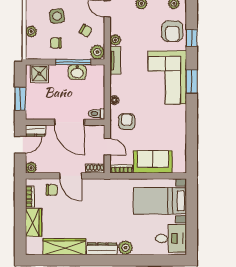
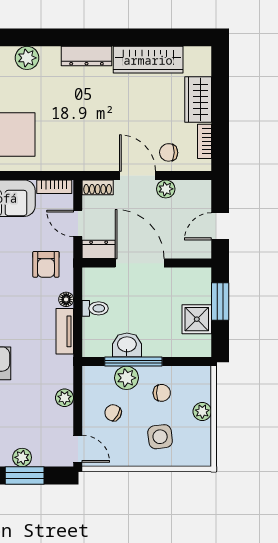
plant: (97, 52) -> (127, 378), moved
tv unit: (115, 60) -> (65, 331), moved
shower: (39, 74) -> (197, 319), moved
toilet: (97, 114) -> (95, 308), moved
dresser: (36, 131) -> (99, 249), moved
plant: (31, 168) -> (166, 189), moved
plant: (125, 248) -> (27, 58), moved

